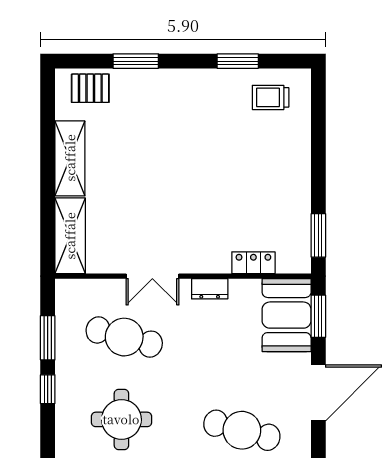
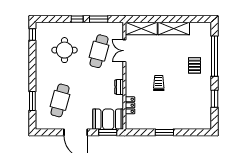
window: (136, 61) -> (214, 56), width x2.11
pallet: (90, 88) -> (195, 65), moved
trolley: (271, 97) -> (159, 83), moved
window: (318, 235) -> (164, 132), moved
double door: (152, 276) -> (124, 51), moved

